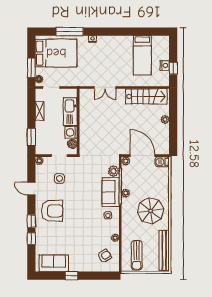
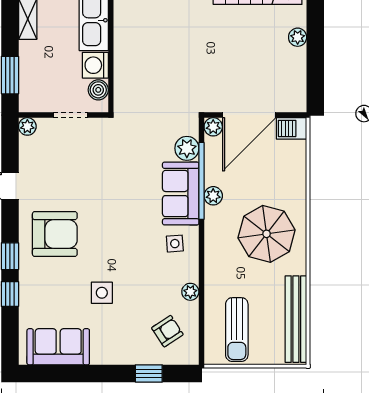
door: (142, 156) -> (249, 115), swing flipped
side table: (59, 178) -> (102, 293), moved
window: (71, 276) -> (149, 373), moved

